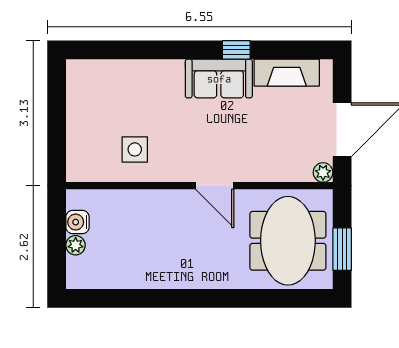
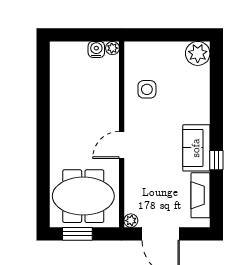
plant: (83, 77) -> (198, 53), added
plant: (76, 245) -> (112, 48), moved

